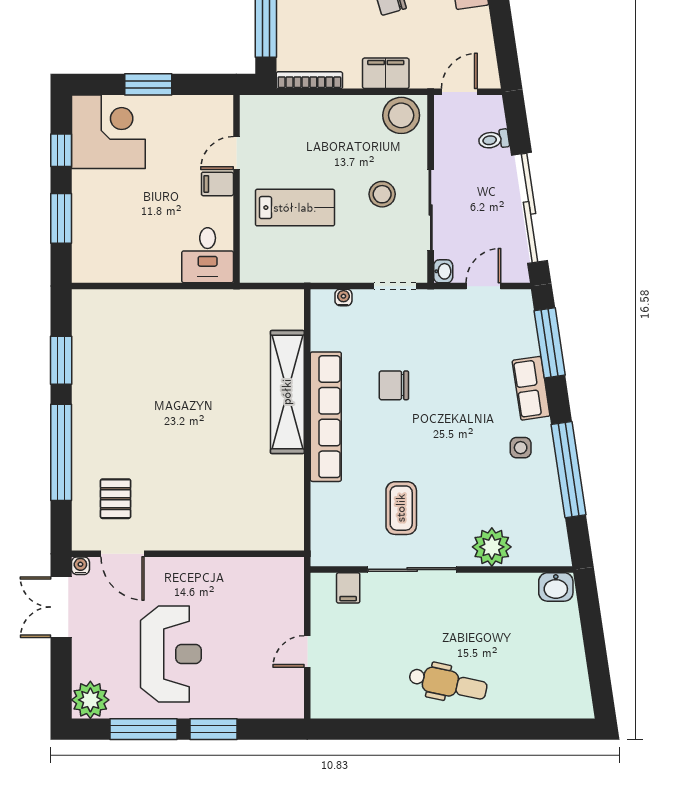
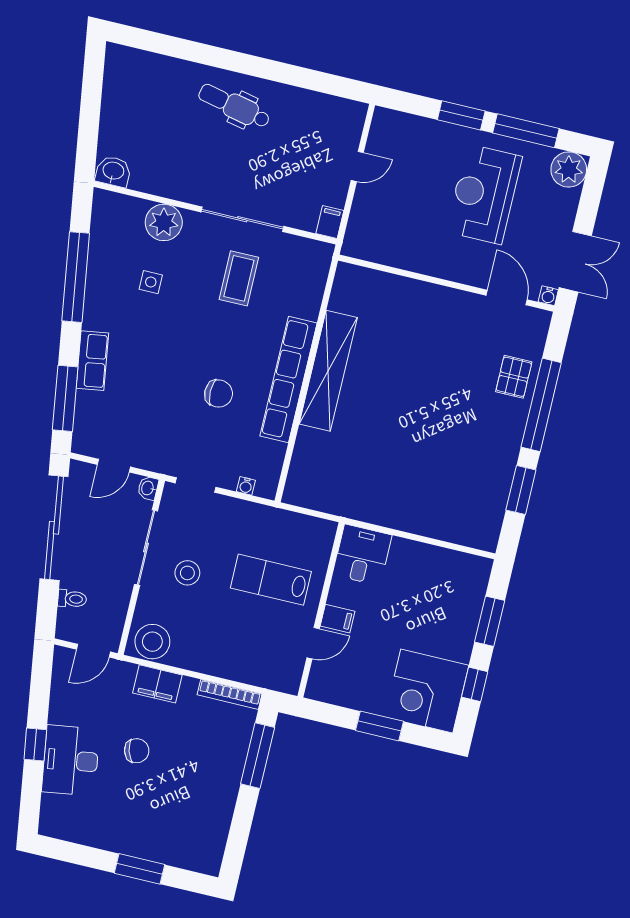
shelving: (287, 392) -> (328, 371), moved
side table: (521, 448) -> (151, 282), moved
pallet: (116, 499) -> (514, 377), moved
filing cabinet: (348, 588) -> (330, 222), moved

